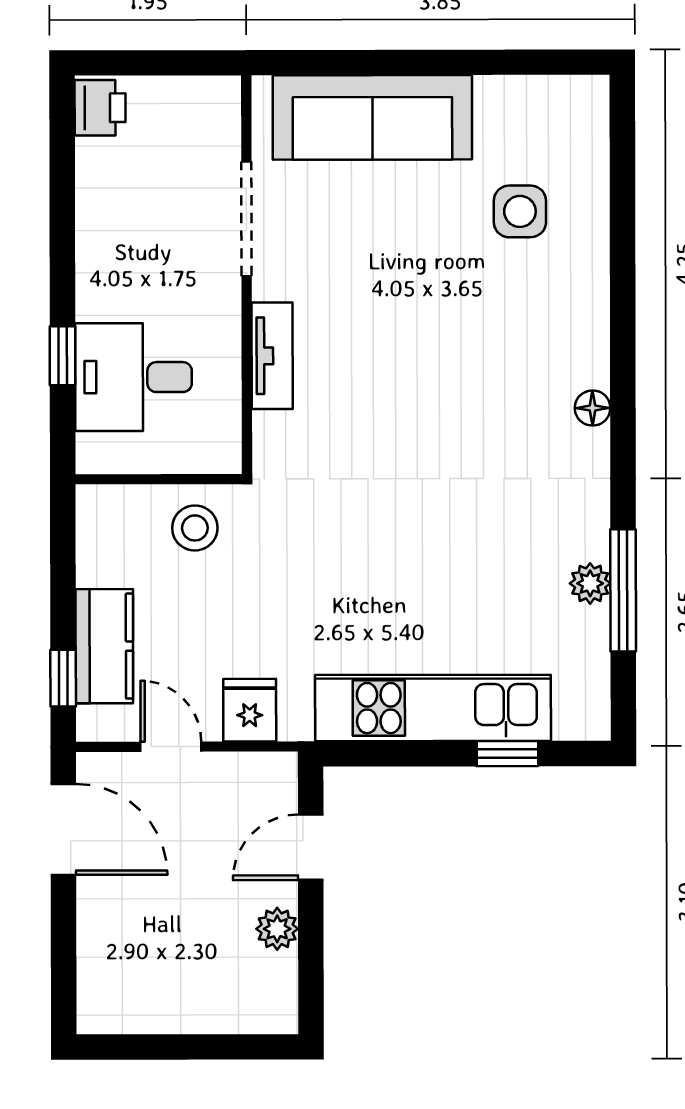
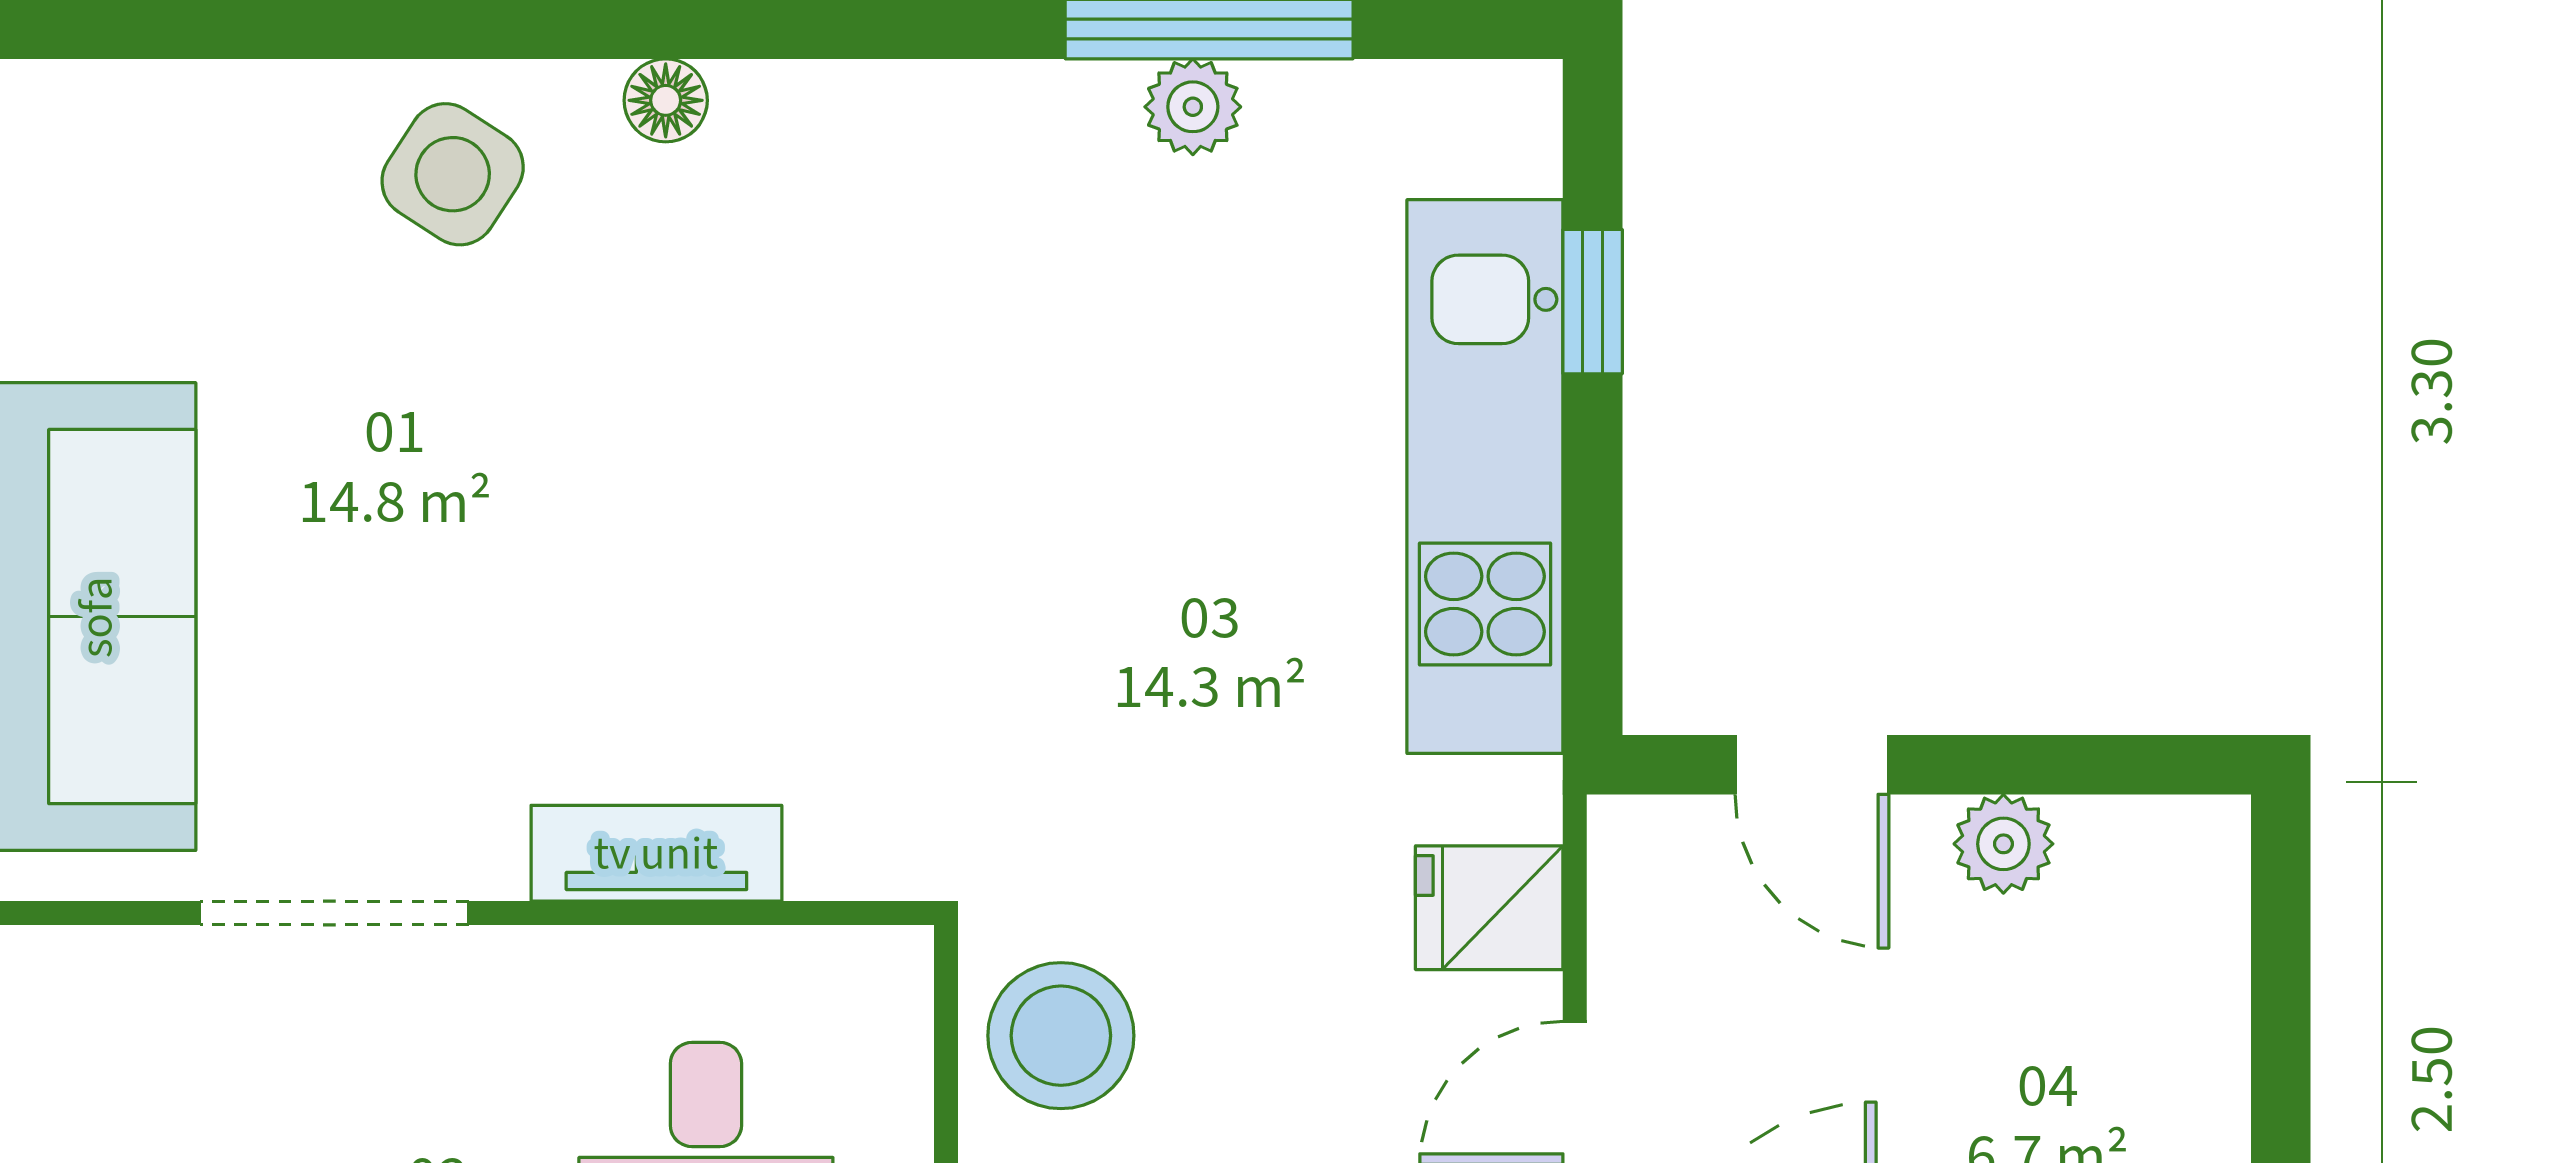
side table: (520, 211) -> (453, 174), moved, turned 33
floor lamp: (593, 408) -> (666, 100), moved
stool: (195, 528) -> (1061, 1036), width x1.38, depth x1.38

